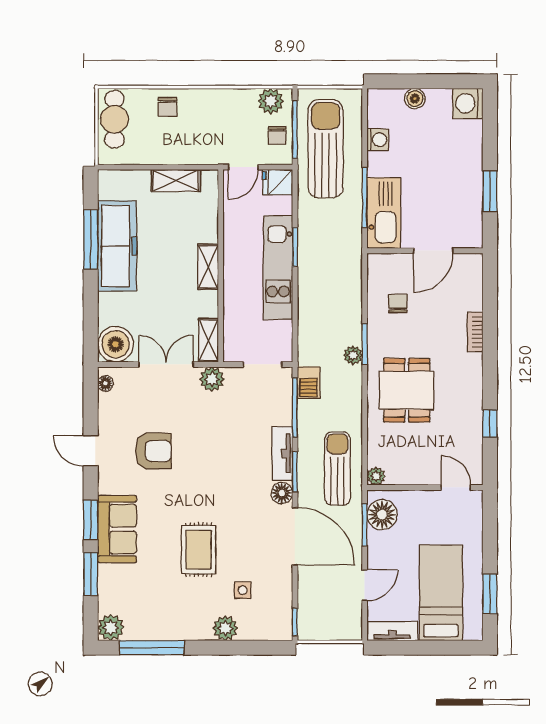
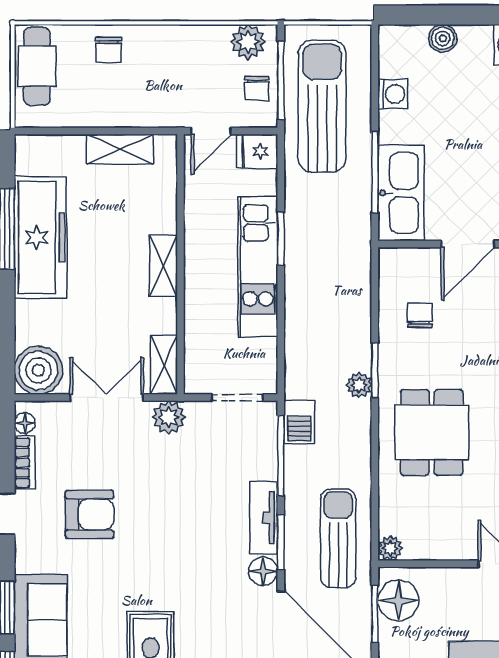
bookcase: (105, 413) -> (25, 462), added

